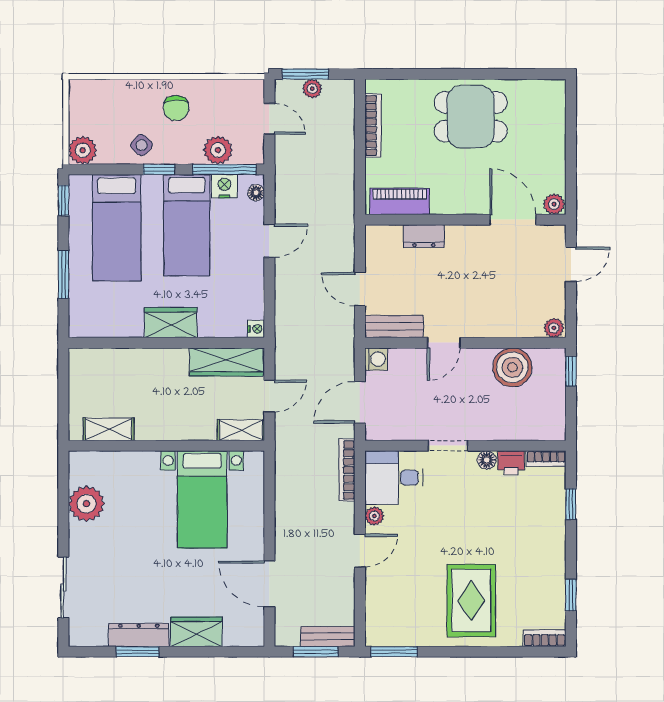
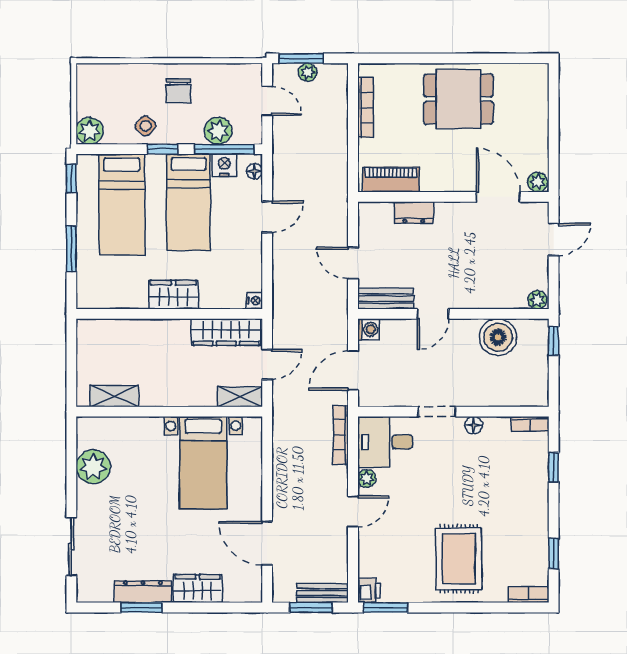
printer: (511, 463) -> (369, 590), moved, turned -90

